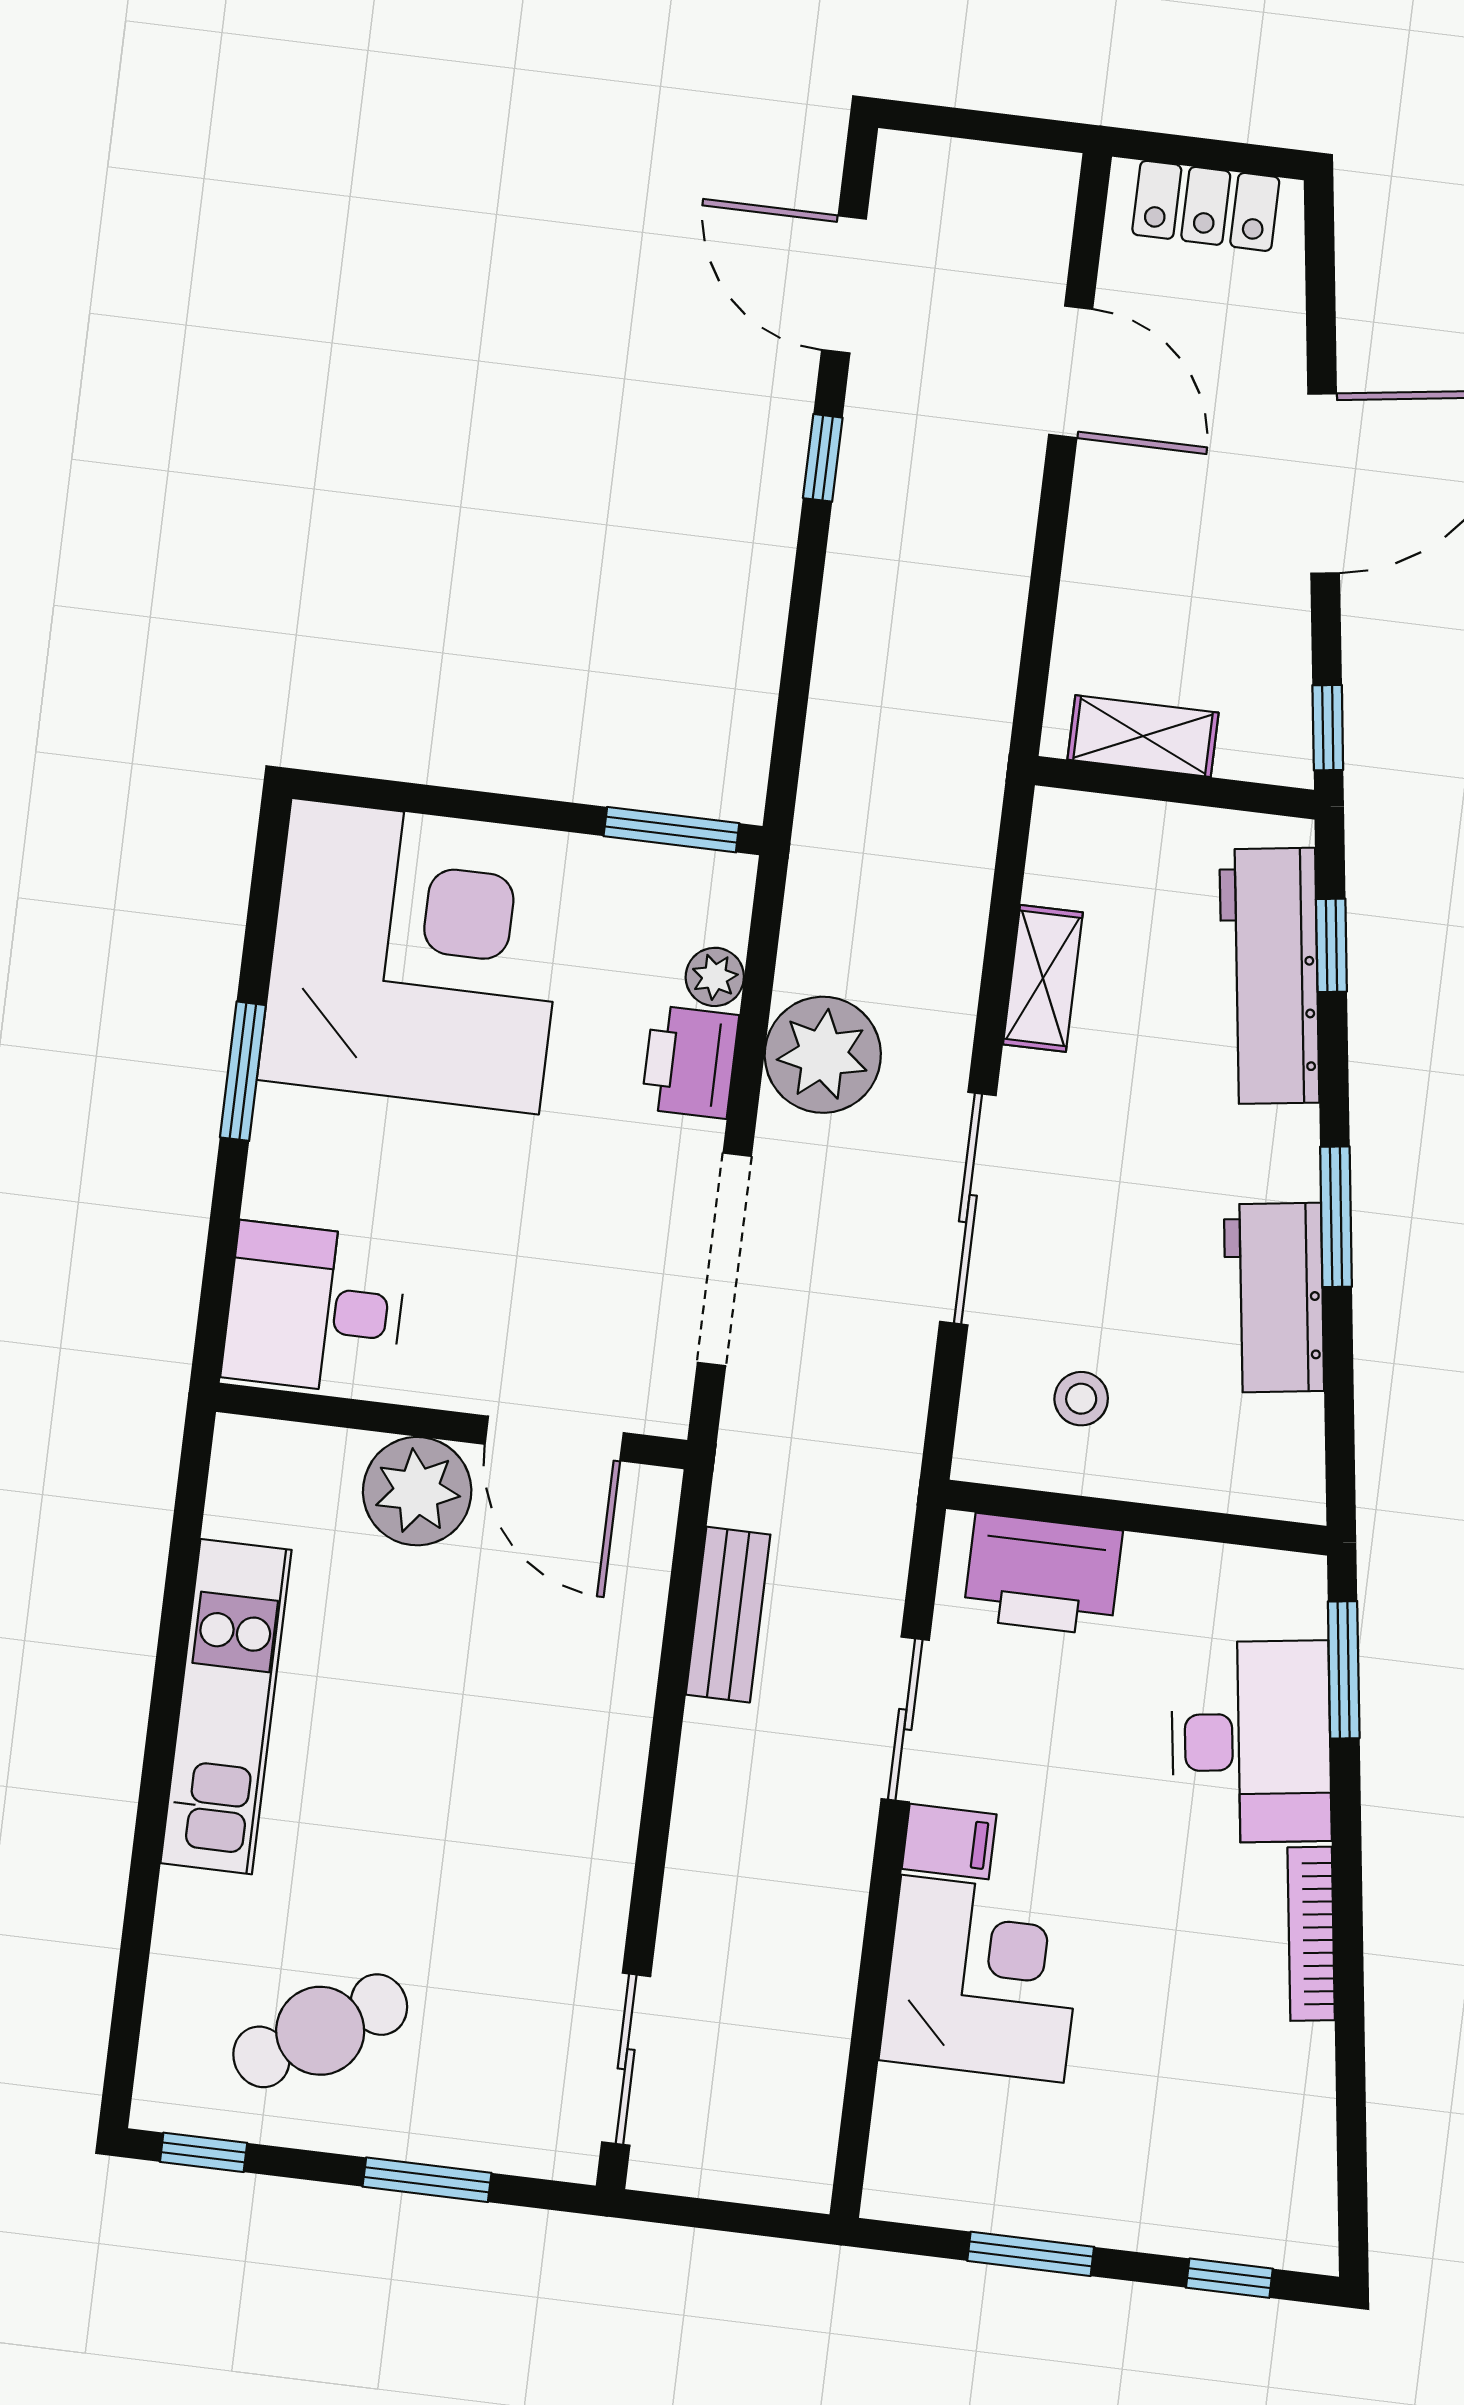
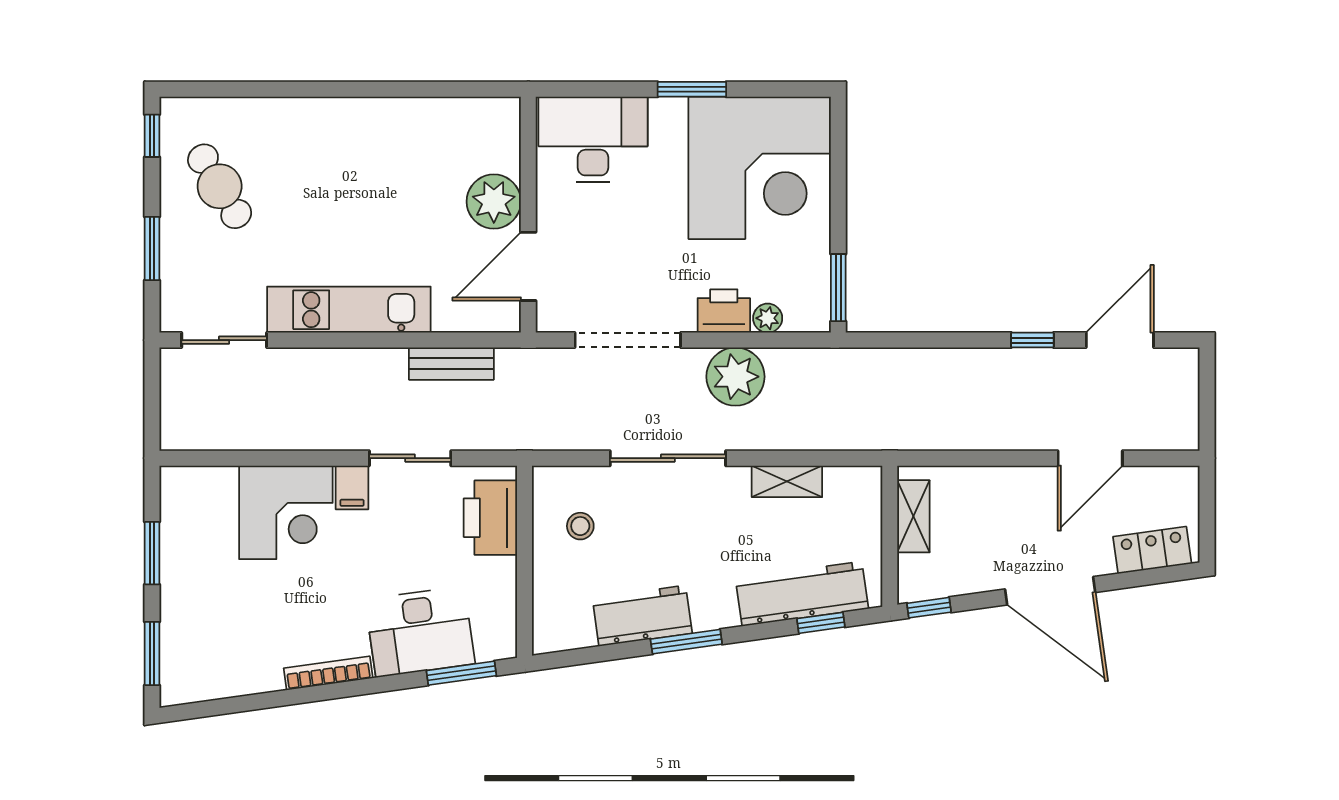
locker: (1206, 206) -> (1152, 550), moved, turned 82
desk: (315, 1309) -> (593, 139), width x1.37
kitchen unit: (226, 1707) -> (349, 310), moved, turned 180
window: (1229, 2278) -> (152, 653), width x1.50

